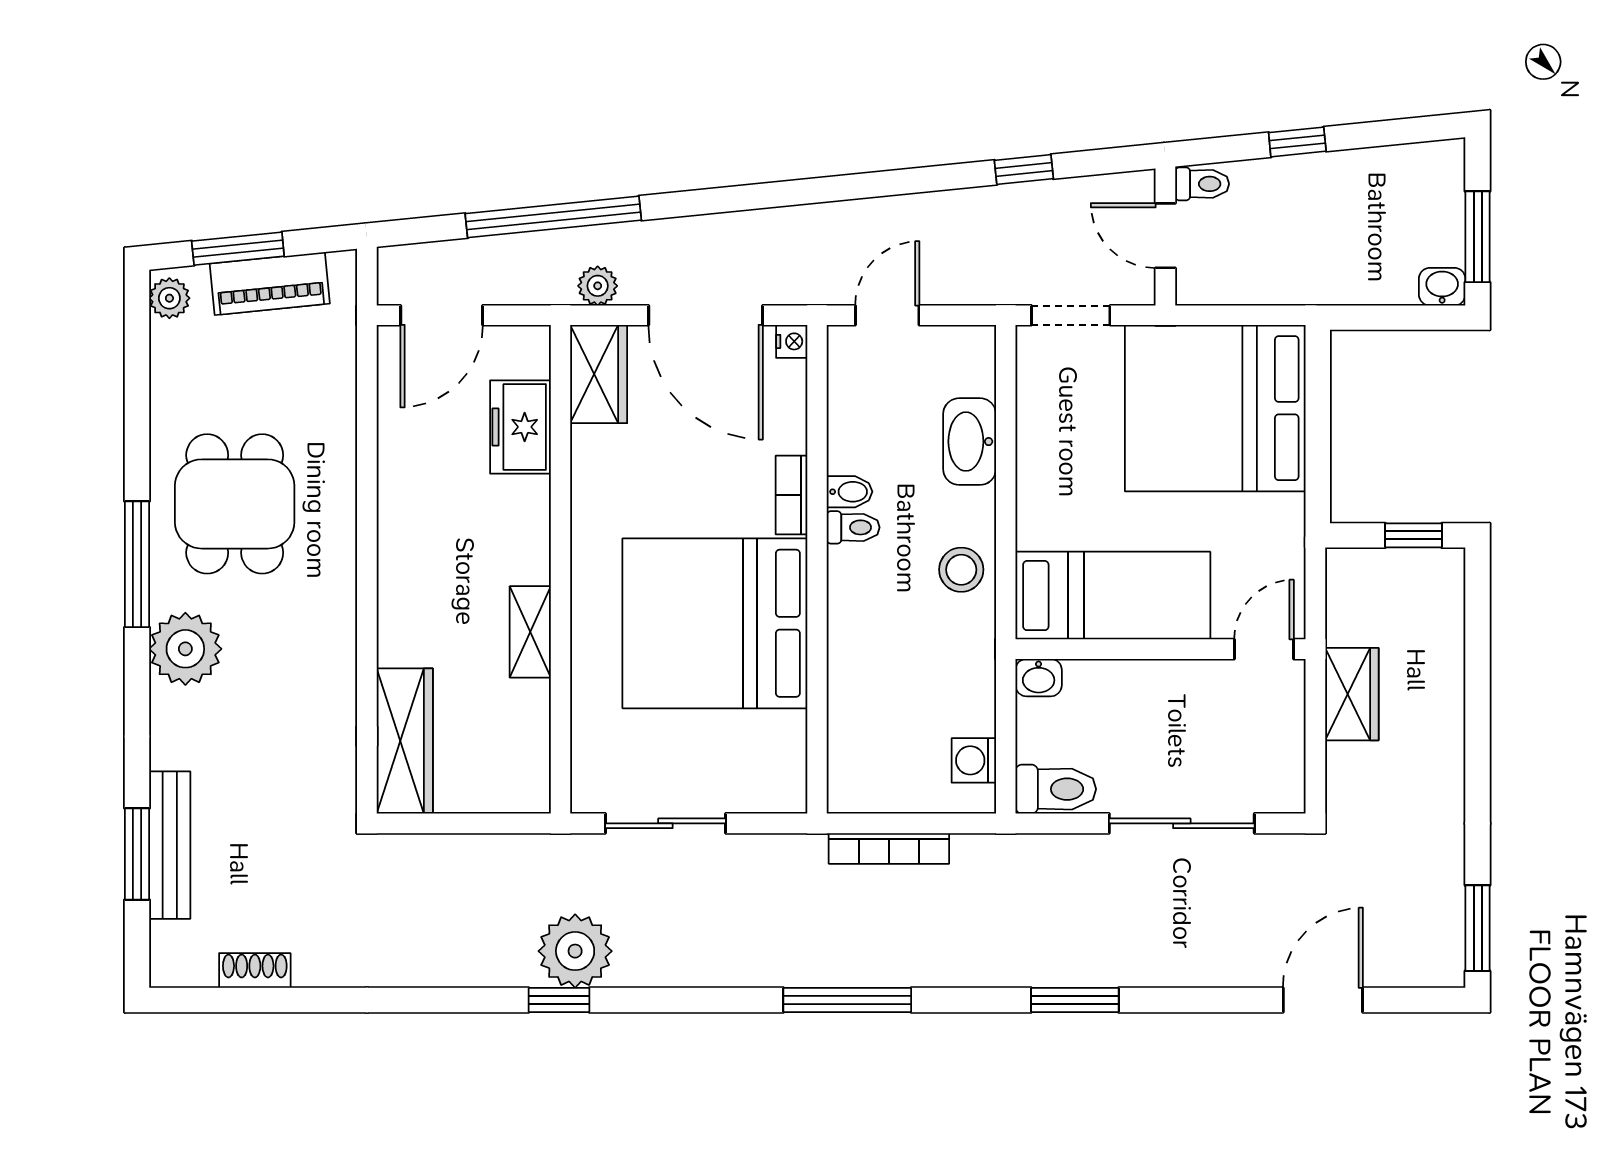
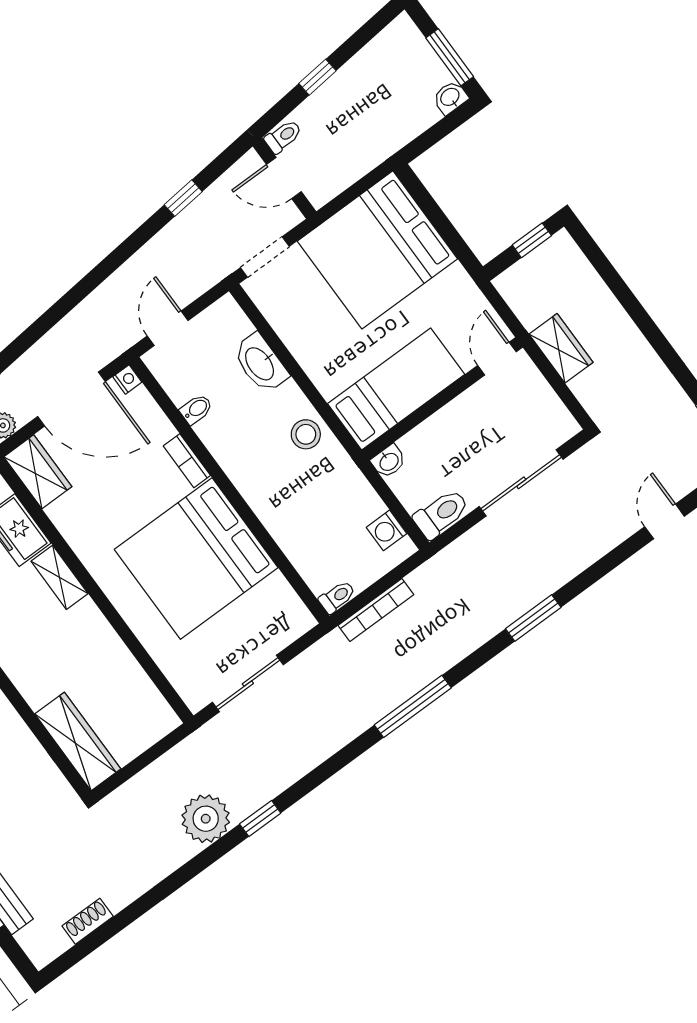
bidet: (850, 492) -> (196, 409), moved
toilet: (853, 527) -> (337, 597), moved
shelving: (530, 632) -> (60, 577), moved
plant: (575, 951) -> (206, 819), moved
door: (1323, 1000) -> (665, 521), width x0.73

